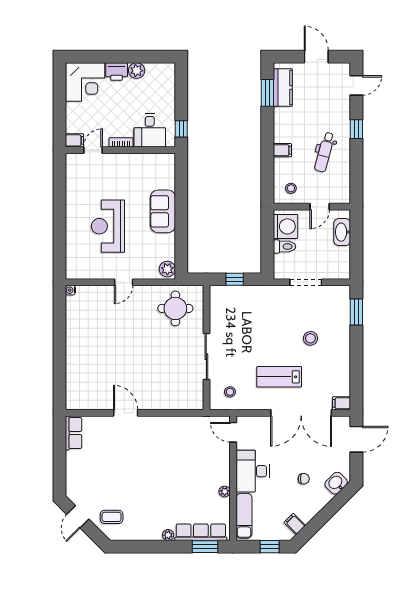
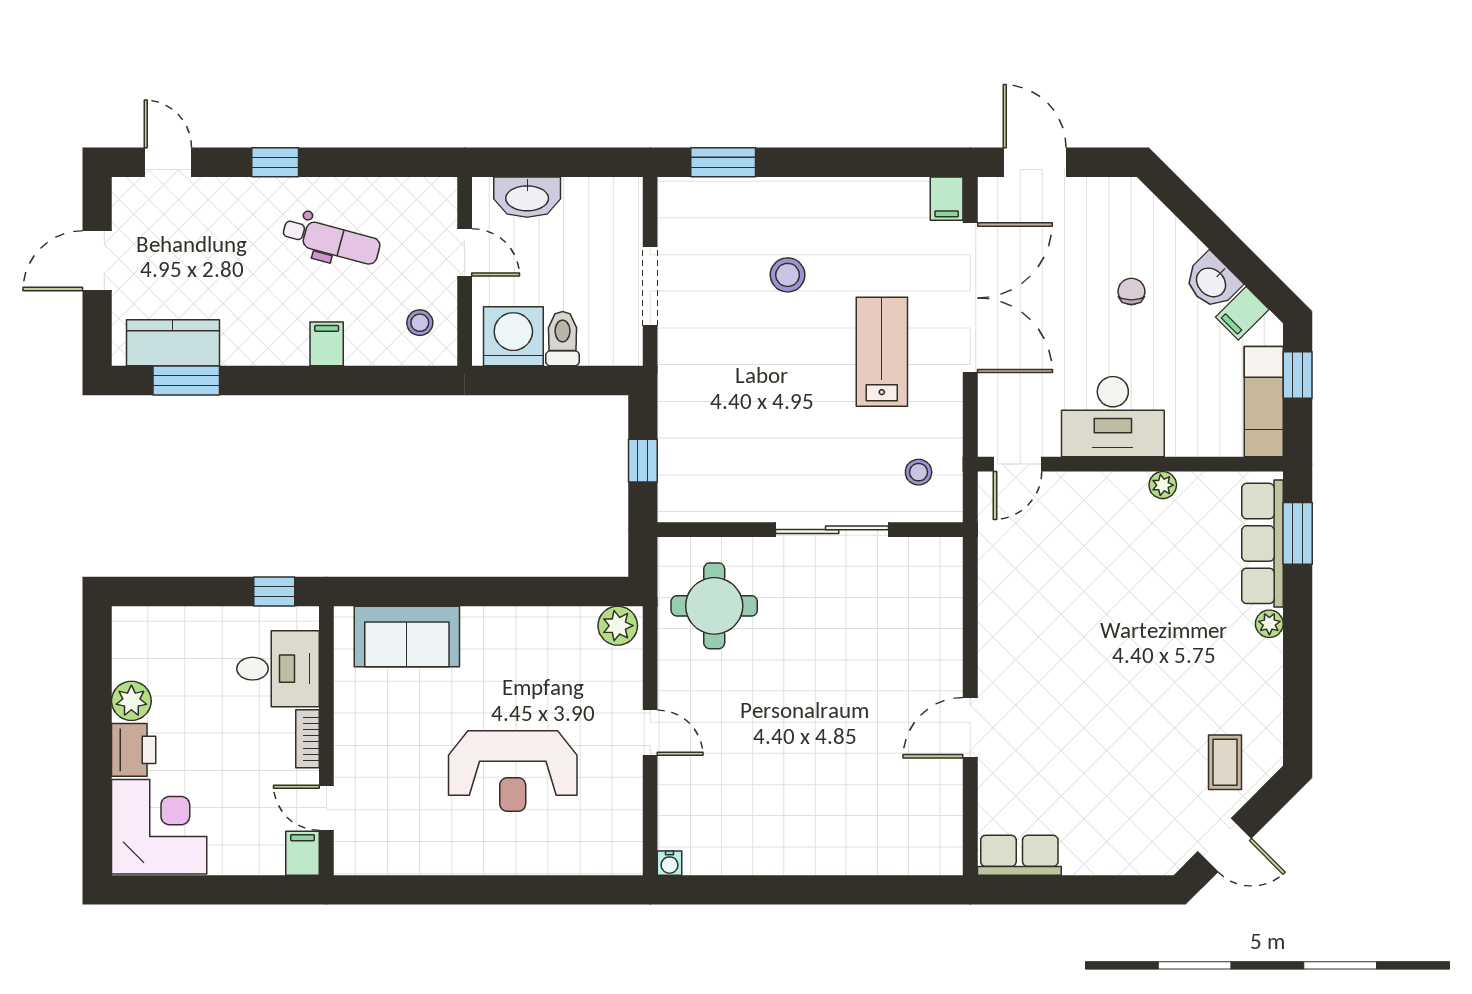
sofa: (163, 211) -> (407, 636), moved
lab bench: (279, 377) -> (882, 352), turned 180
washbasin: (336, 483) -> (1212, 282), moved
exam couch: (244, 516) -> (1264, 402), moved, turned -90

